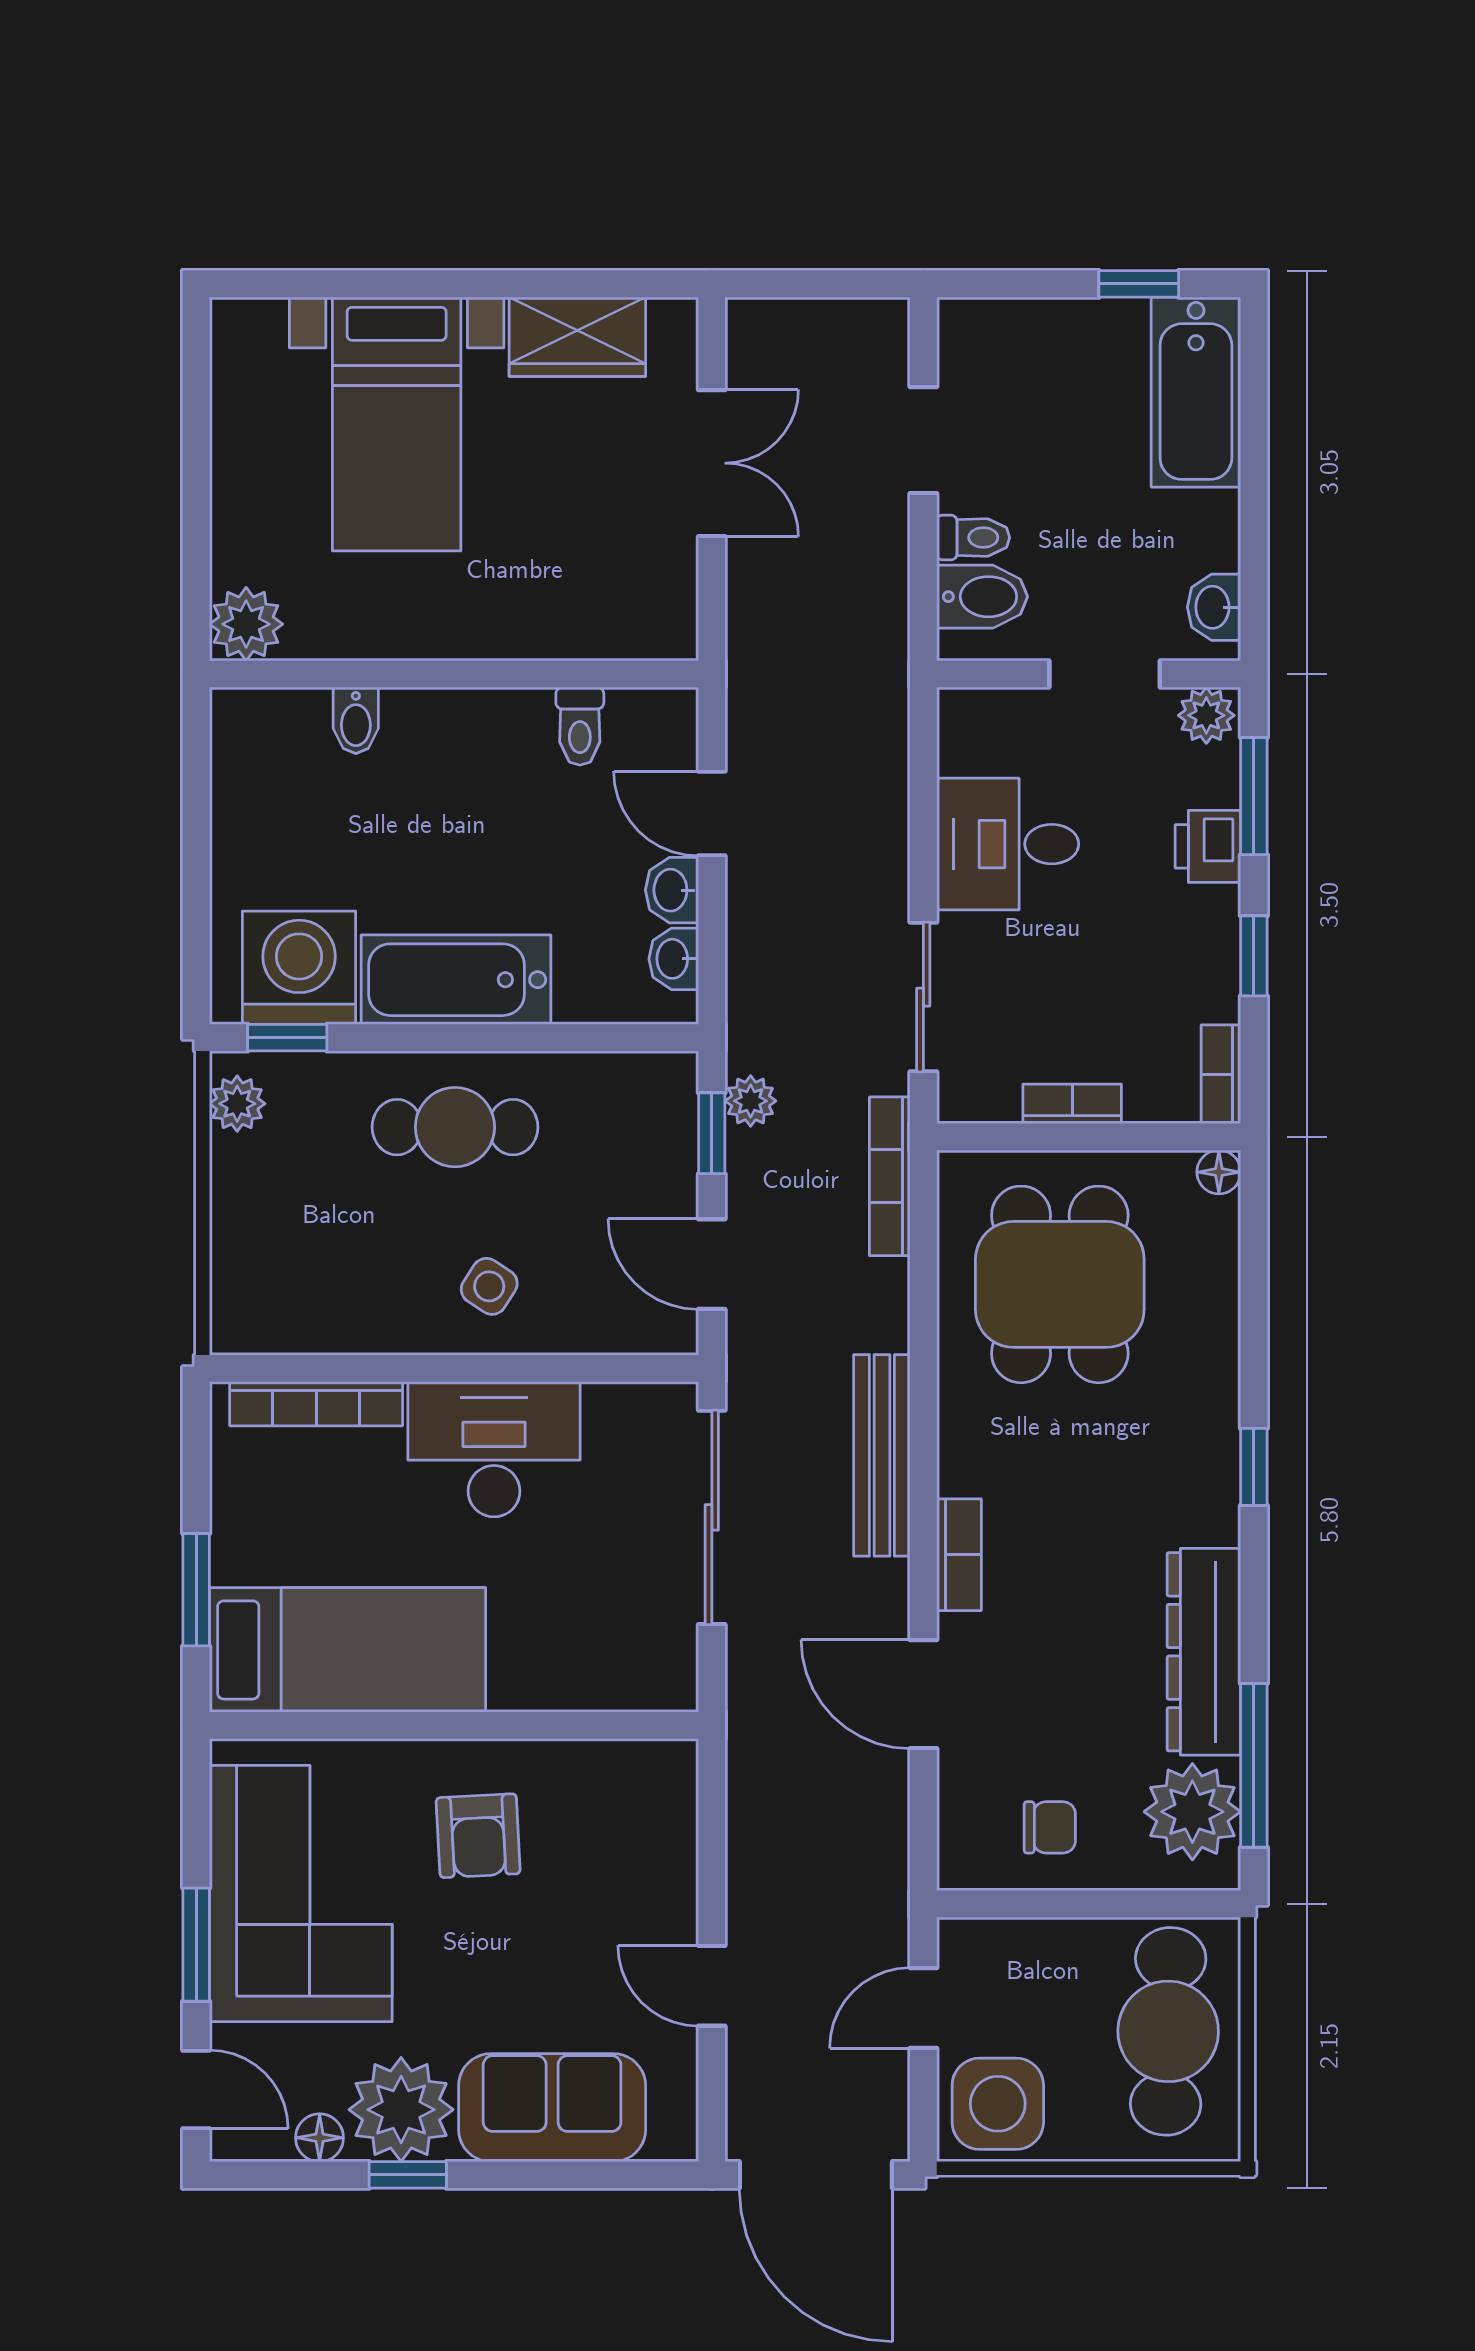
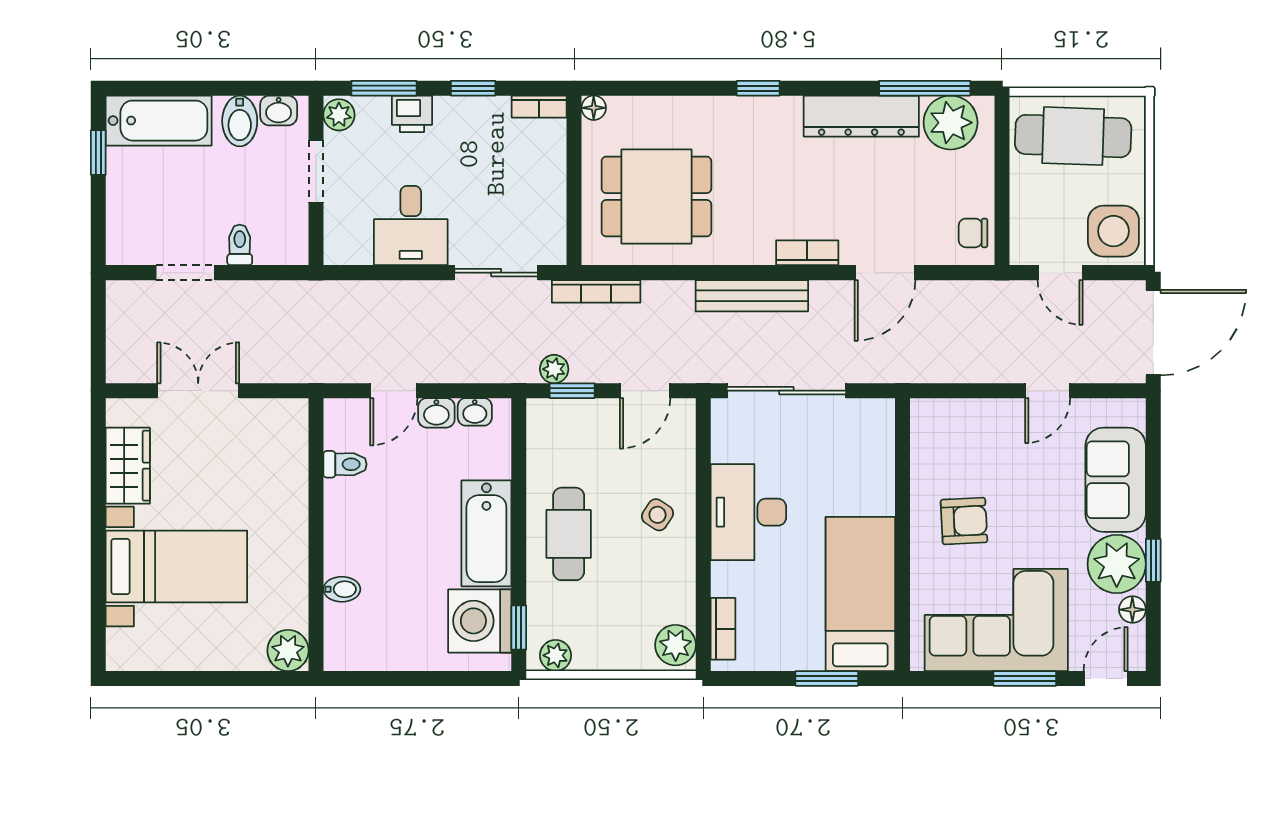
bidet: (982, 597) -> (240, 121), moved, turned 180
bookcase: (1072, 1104) -> (556, 190), removed
plant: (256, 1319) -> (676, 645), added
bookcase: (316, 1404) -> (723, 629), width x0.64
chair: (1050, 1827) -> (973, 233), moved, turned -90

